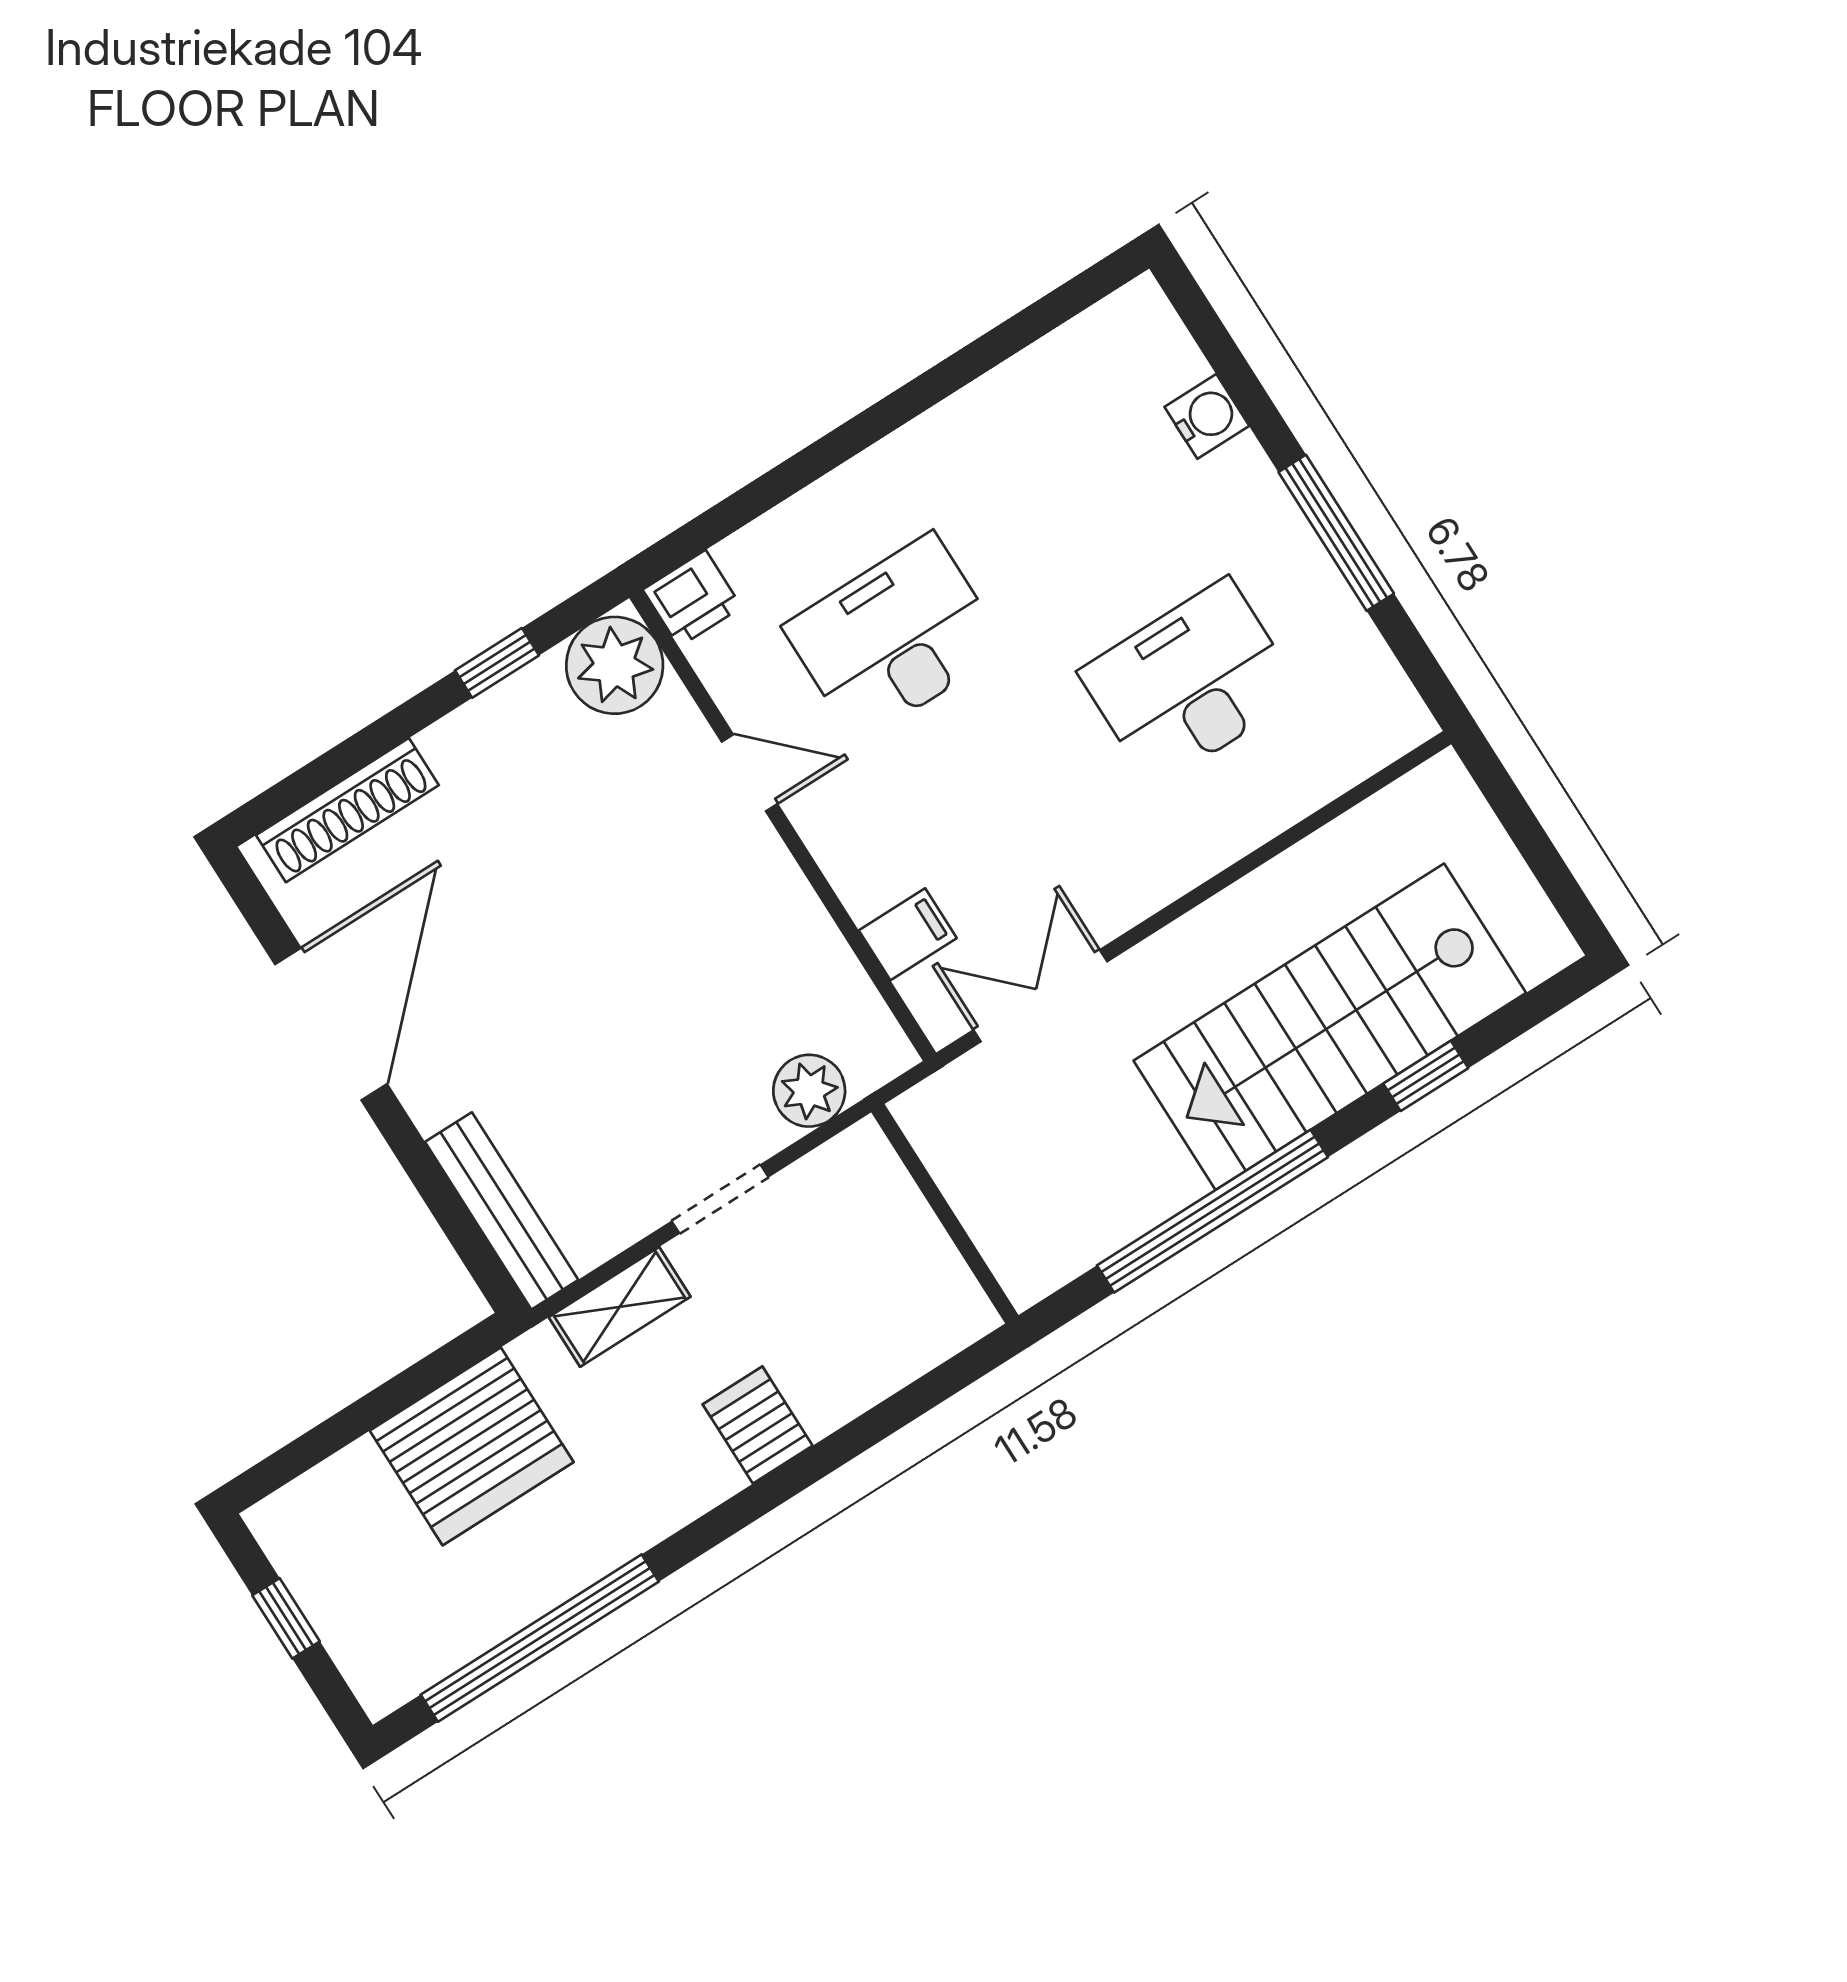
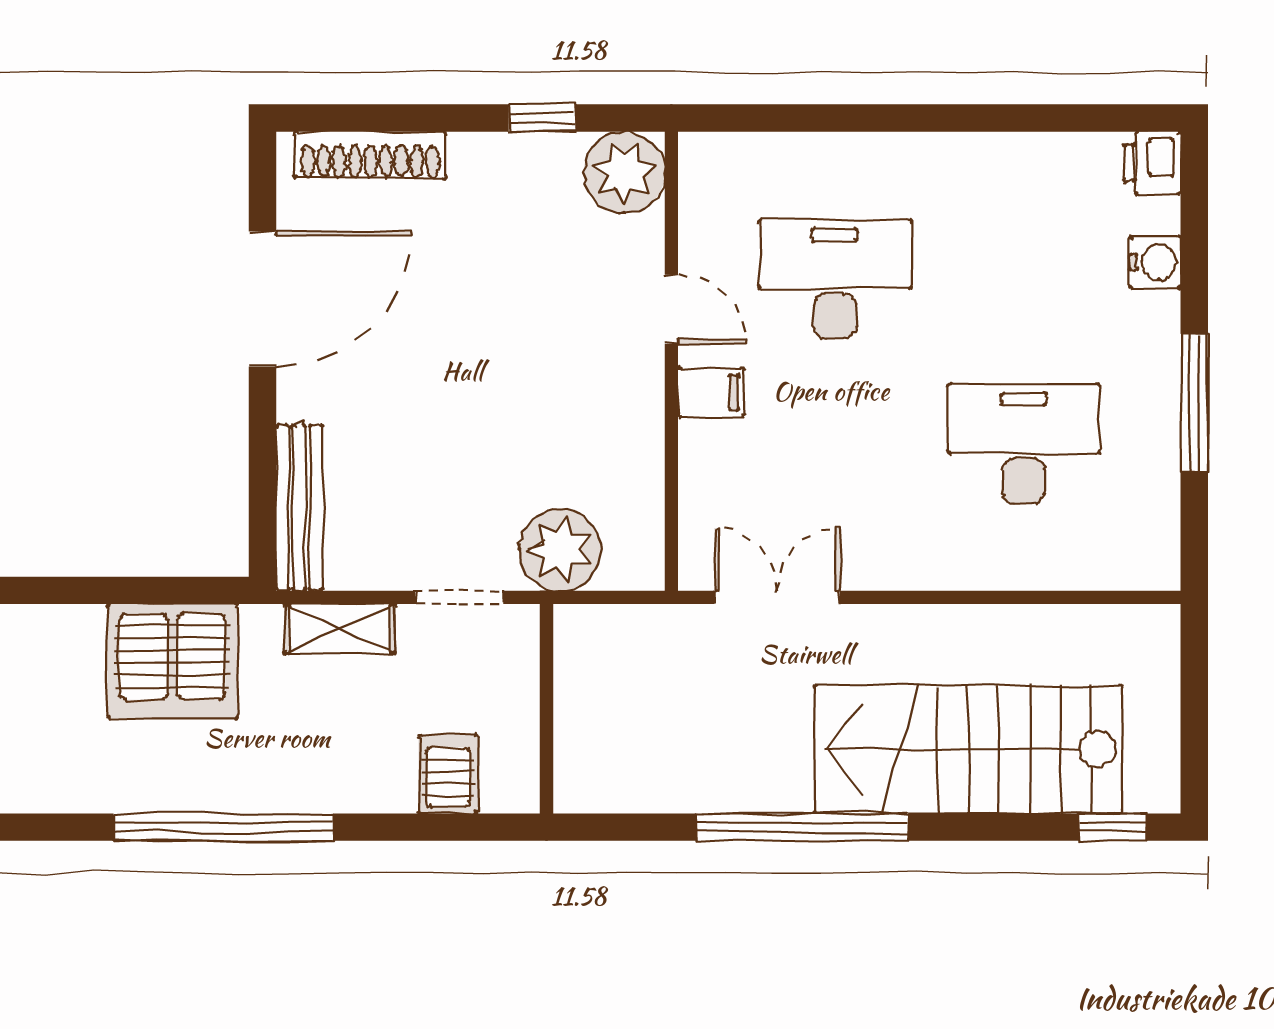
printer: (692, 598) -> (1152, 163), moved, turned 90
filing cabinet: (908, 934) -> (711, 392), moved
window: (1426, 1076) -> (1113, 827), moved
plant: (809, 1091) -> (560, 550), width x1.36, depth x1.36
wall: (945, 1214) -> (546, 709), moved
server rack: (758, 1425) -> (448, 774), moved
window: (540, 1638) -> (223, 827), moved

